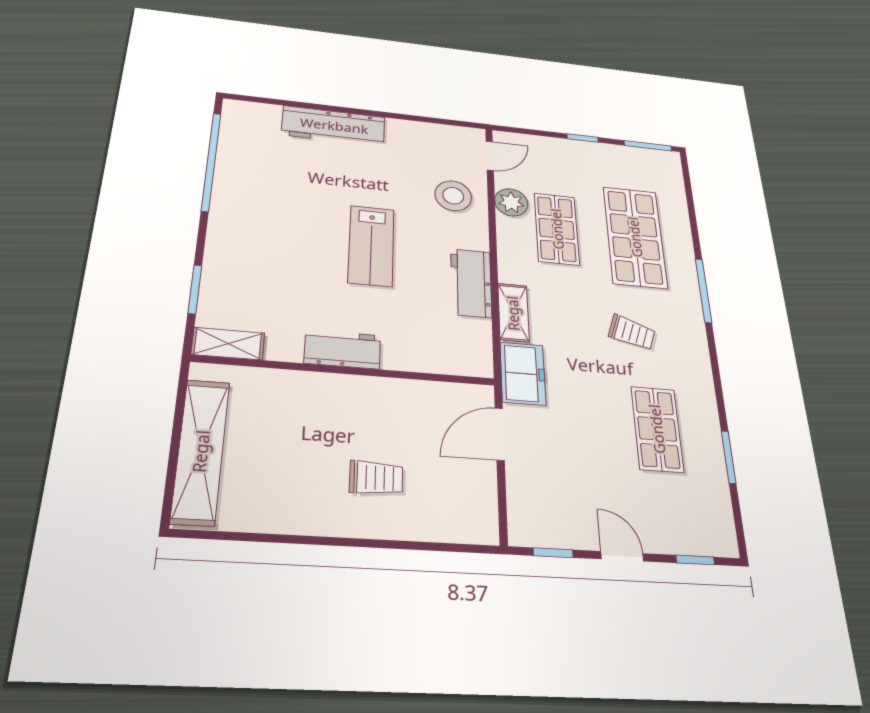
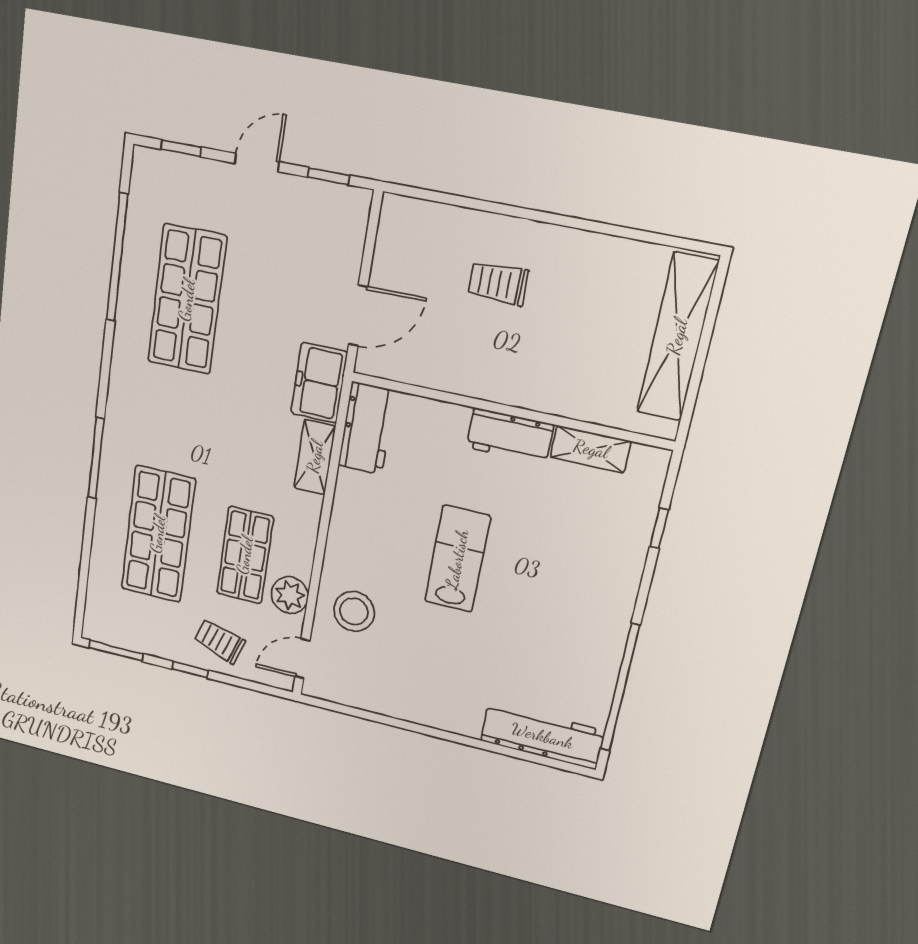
workbench: (334, 126) -> (542, 736), moved
workbench: (471, 283) -> (367, 428), moved
window: (195, 289) -> (659, 528), width x0.67
trolley: (632, 332) -> (220, 641), moved
shelving: (228, 344) -> (591, 449), moved
shop shelf: (657, 429) -> (187, 300), width x1.43, depth x1.36
window: (729, 457) -> (117, 258), width x2.11
door: (622, 556) -> (257, 163), swing flipped

